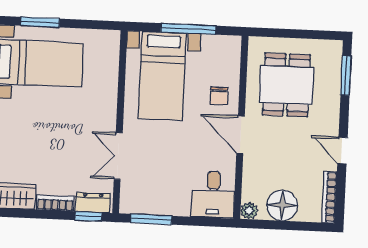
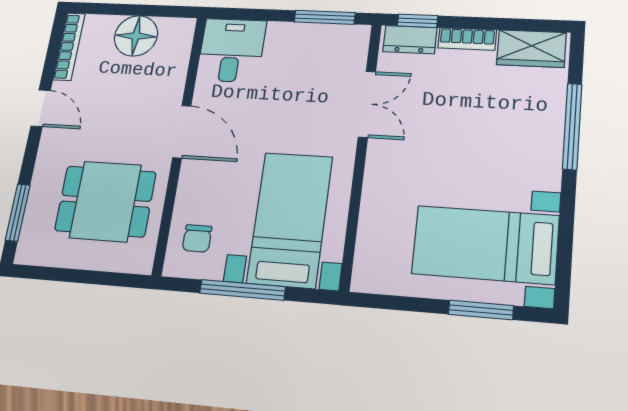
dining table: (286, 85) -> (105, 201), turned 90
chair: (219, 96) -> (197, 238), moved, turned 180
plant: (249, 211) -> (183, 29), removed

